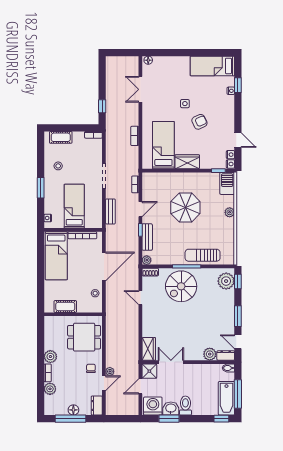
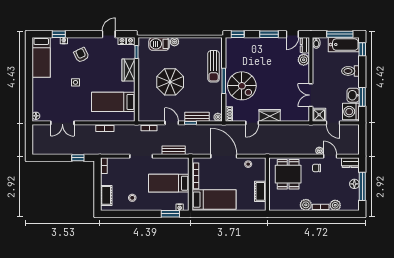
armchair: (199, 122) -> (81, 55), moved
wardrobe: (187, 162) -> (128, 70), moved
barbecue: (227, 183) -> (159, 44), moved
window: (41, 188) -> (170, 214), moved
plant: (226, 281) -> (237, 45), removed
wardrobe: (149, 349) -> (270, 115), moved
toilet: (185, 406) -> (350, 71), moved

